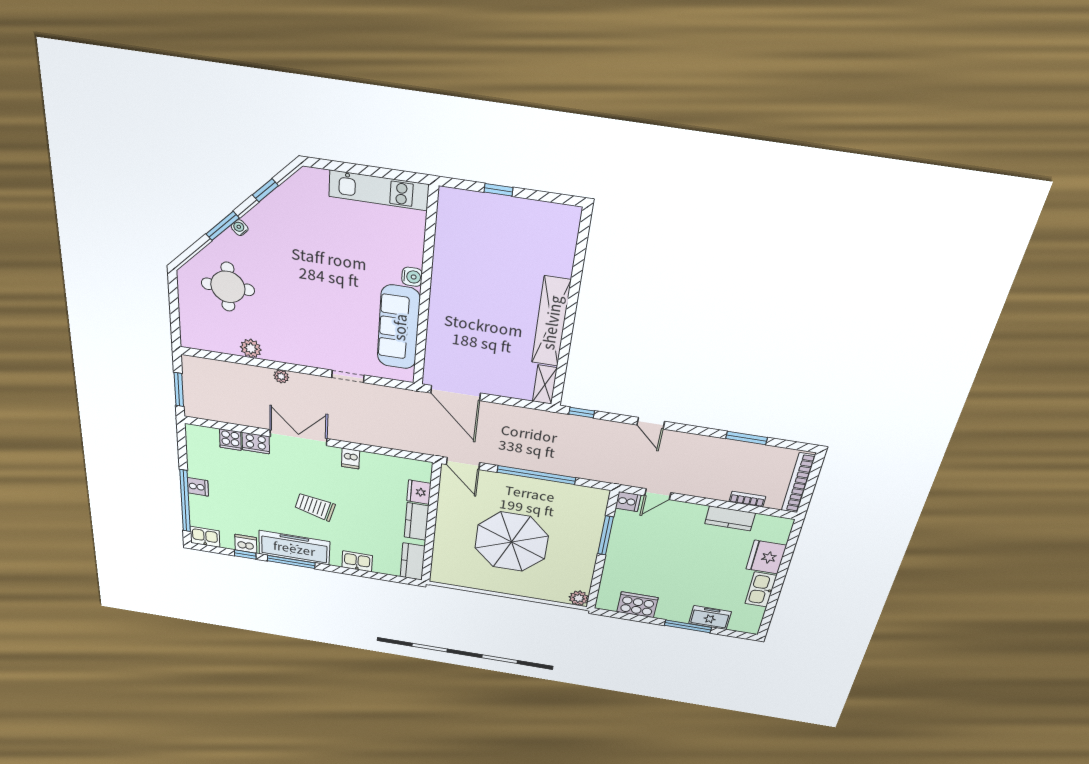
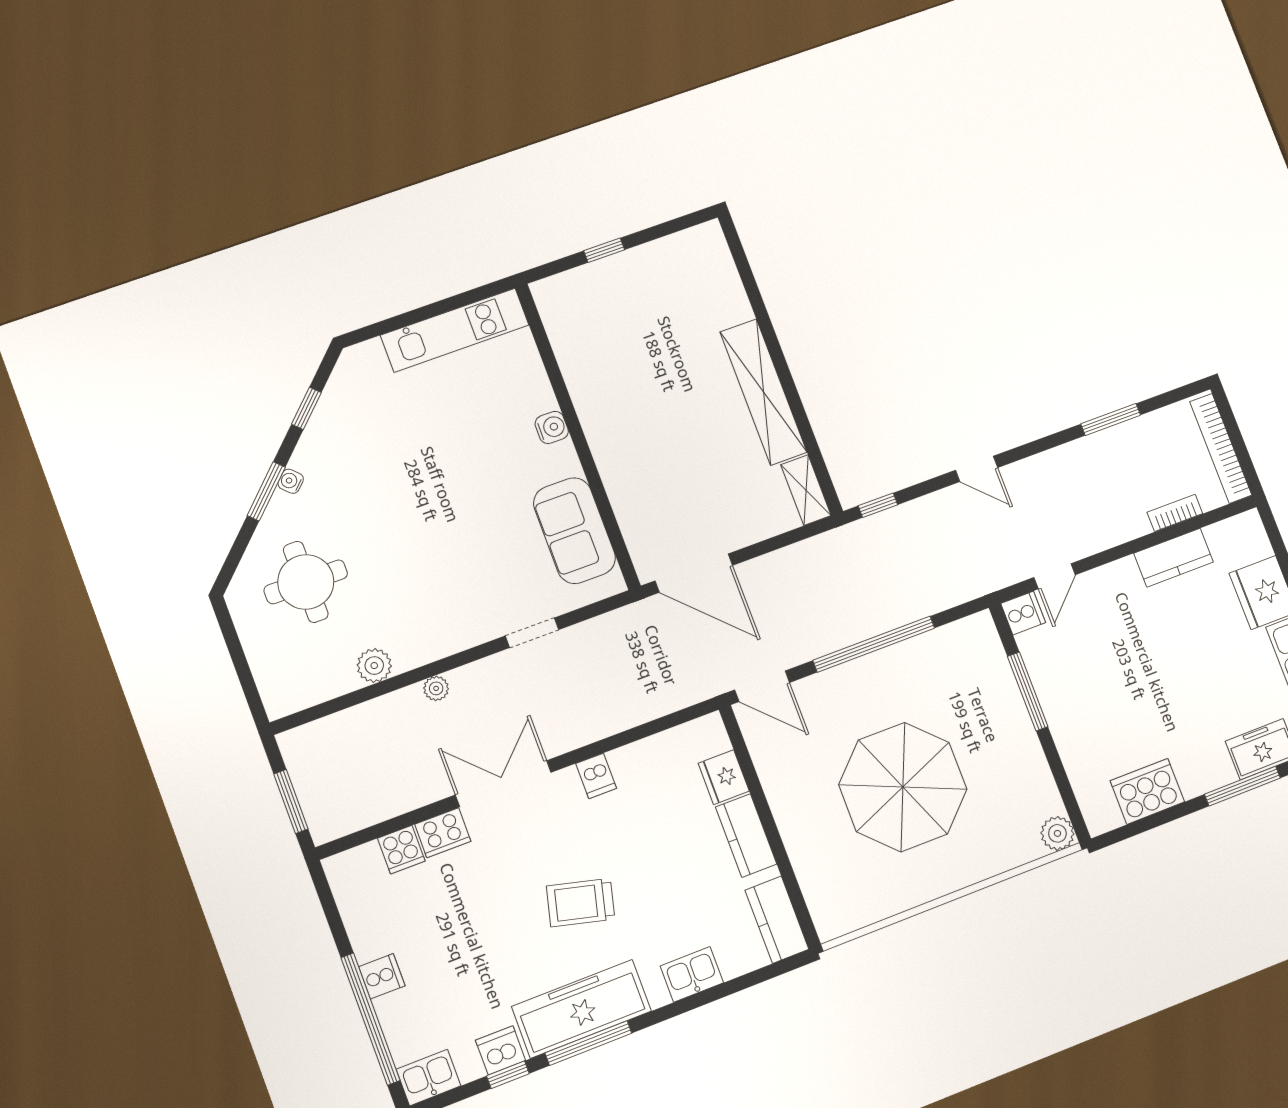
sofa: (399, 327) -> (574, 531), width x0.73

